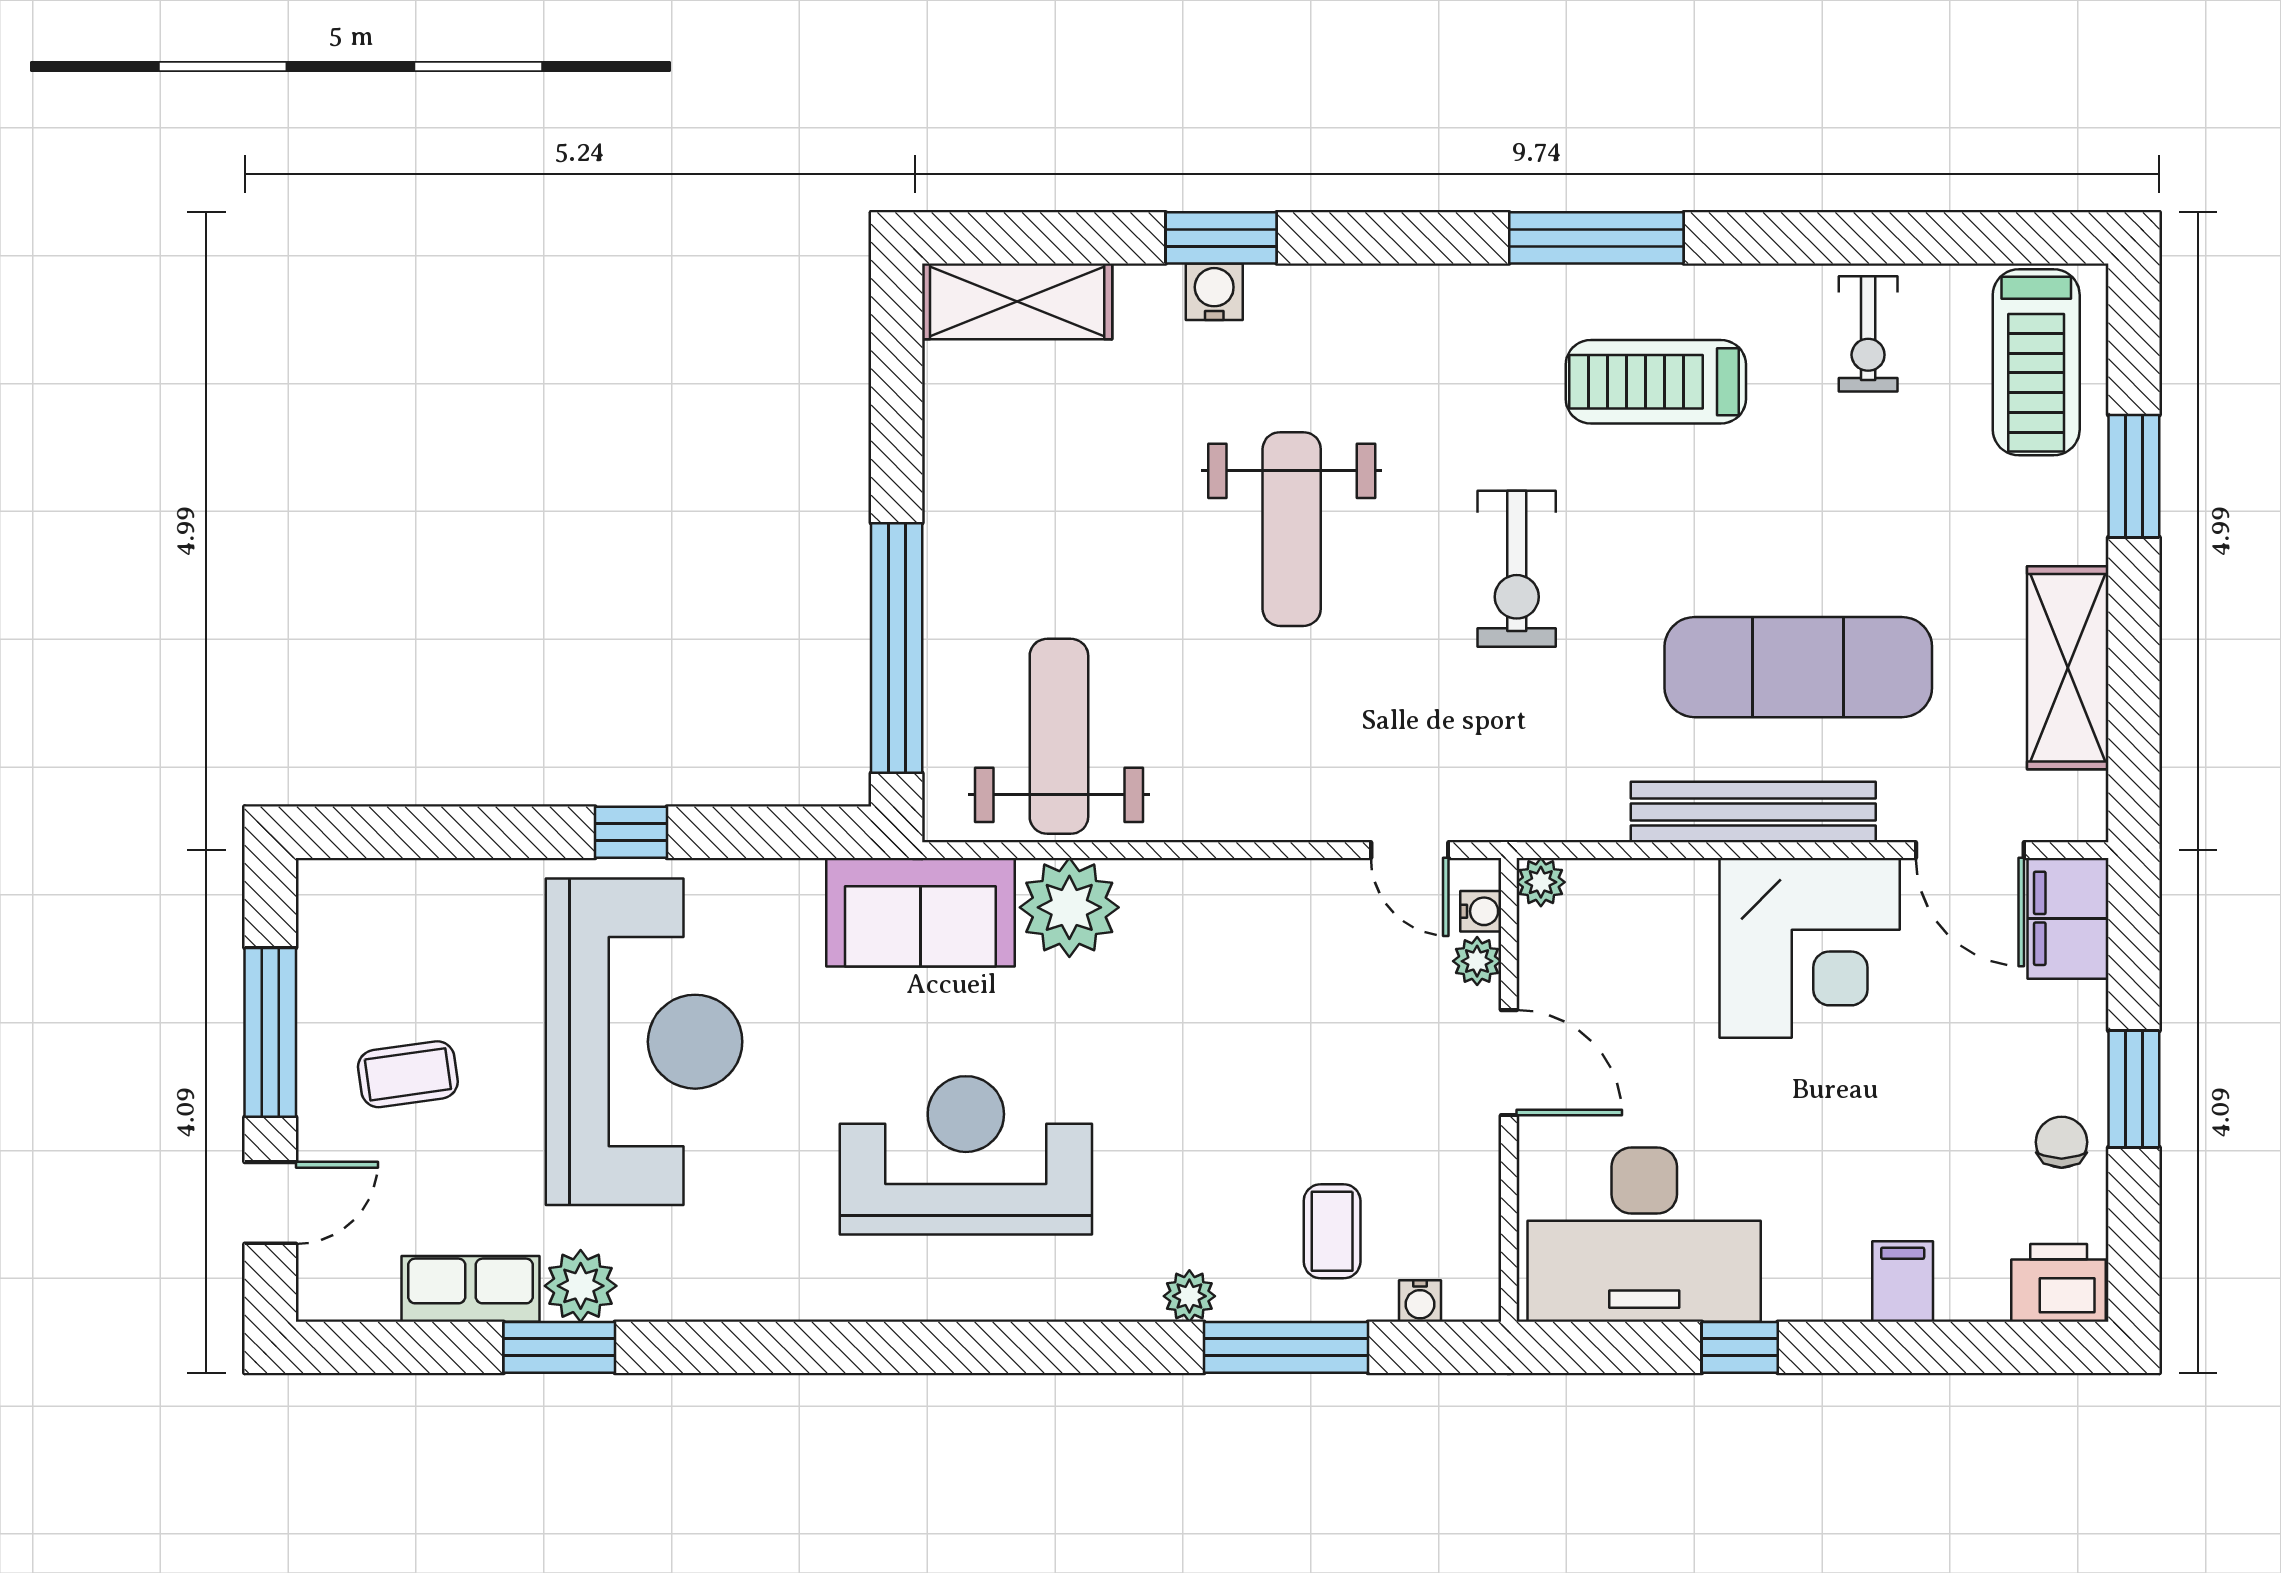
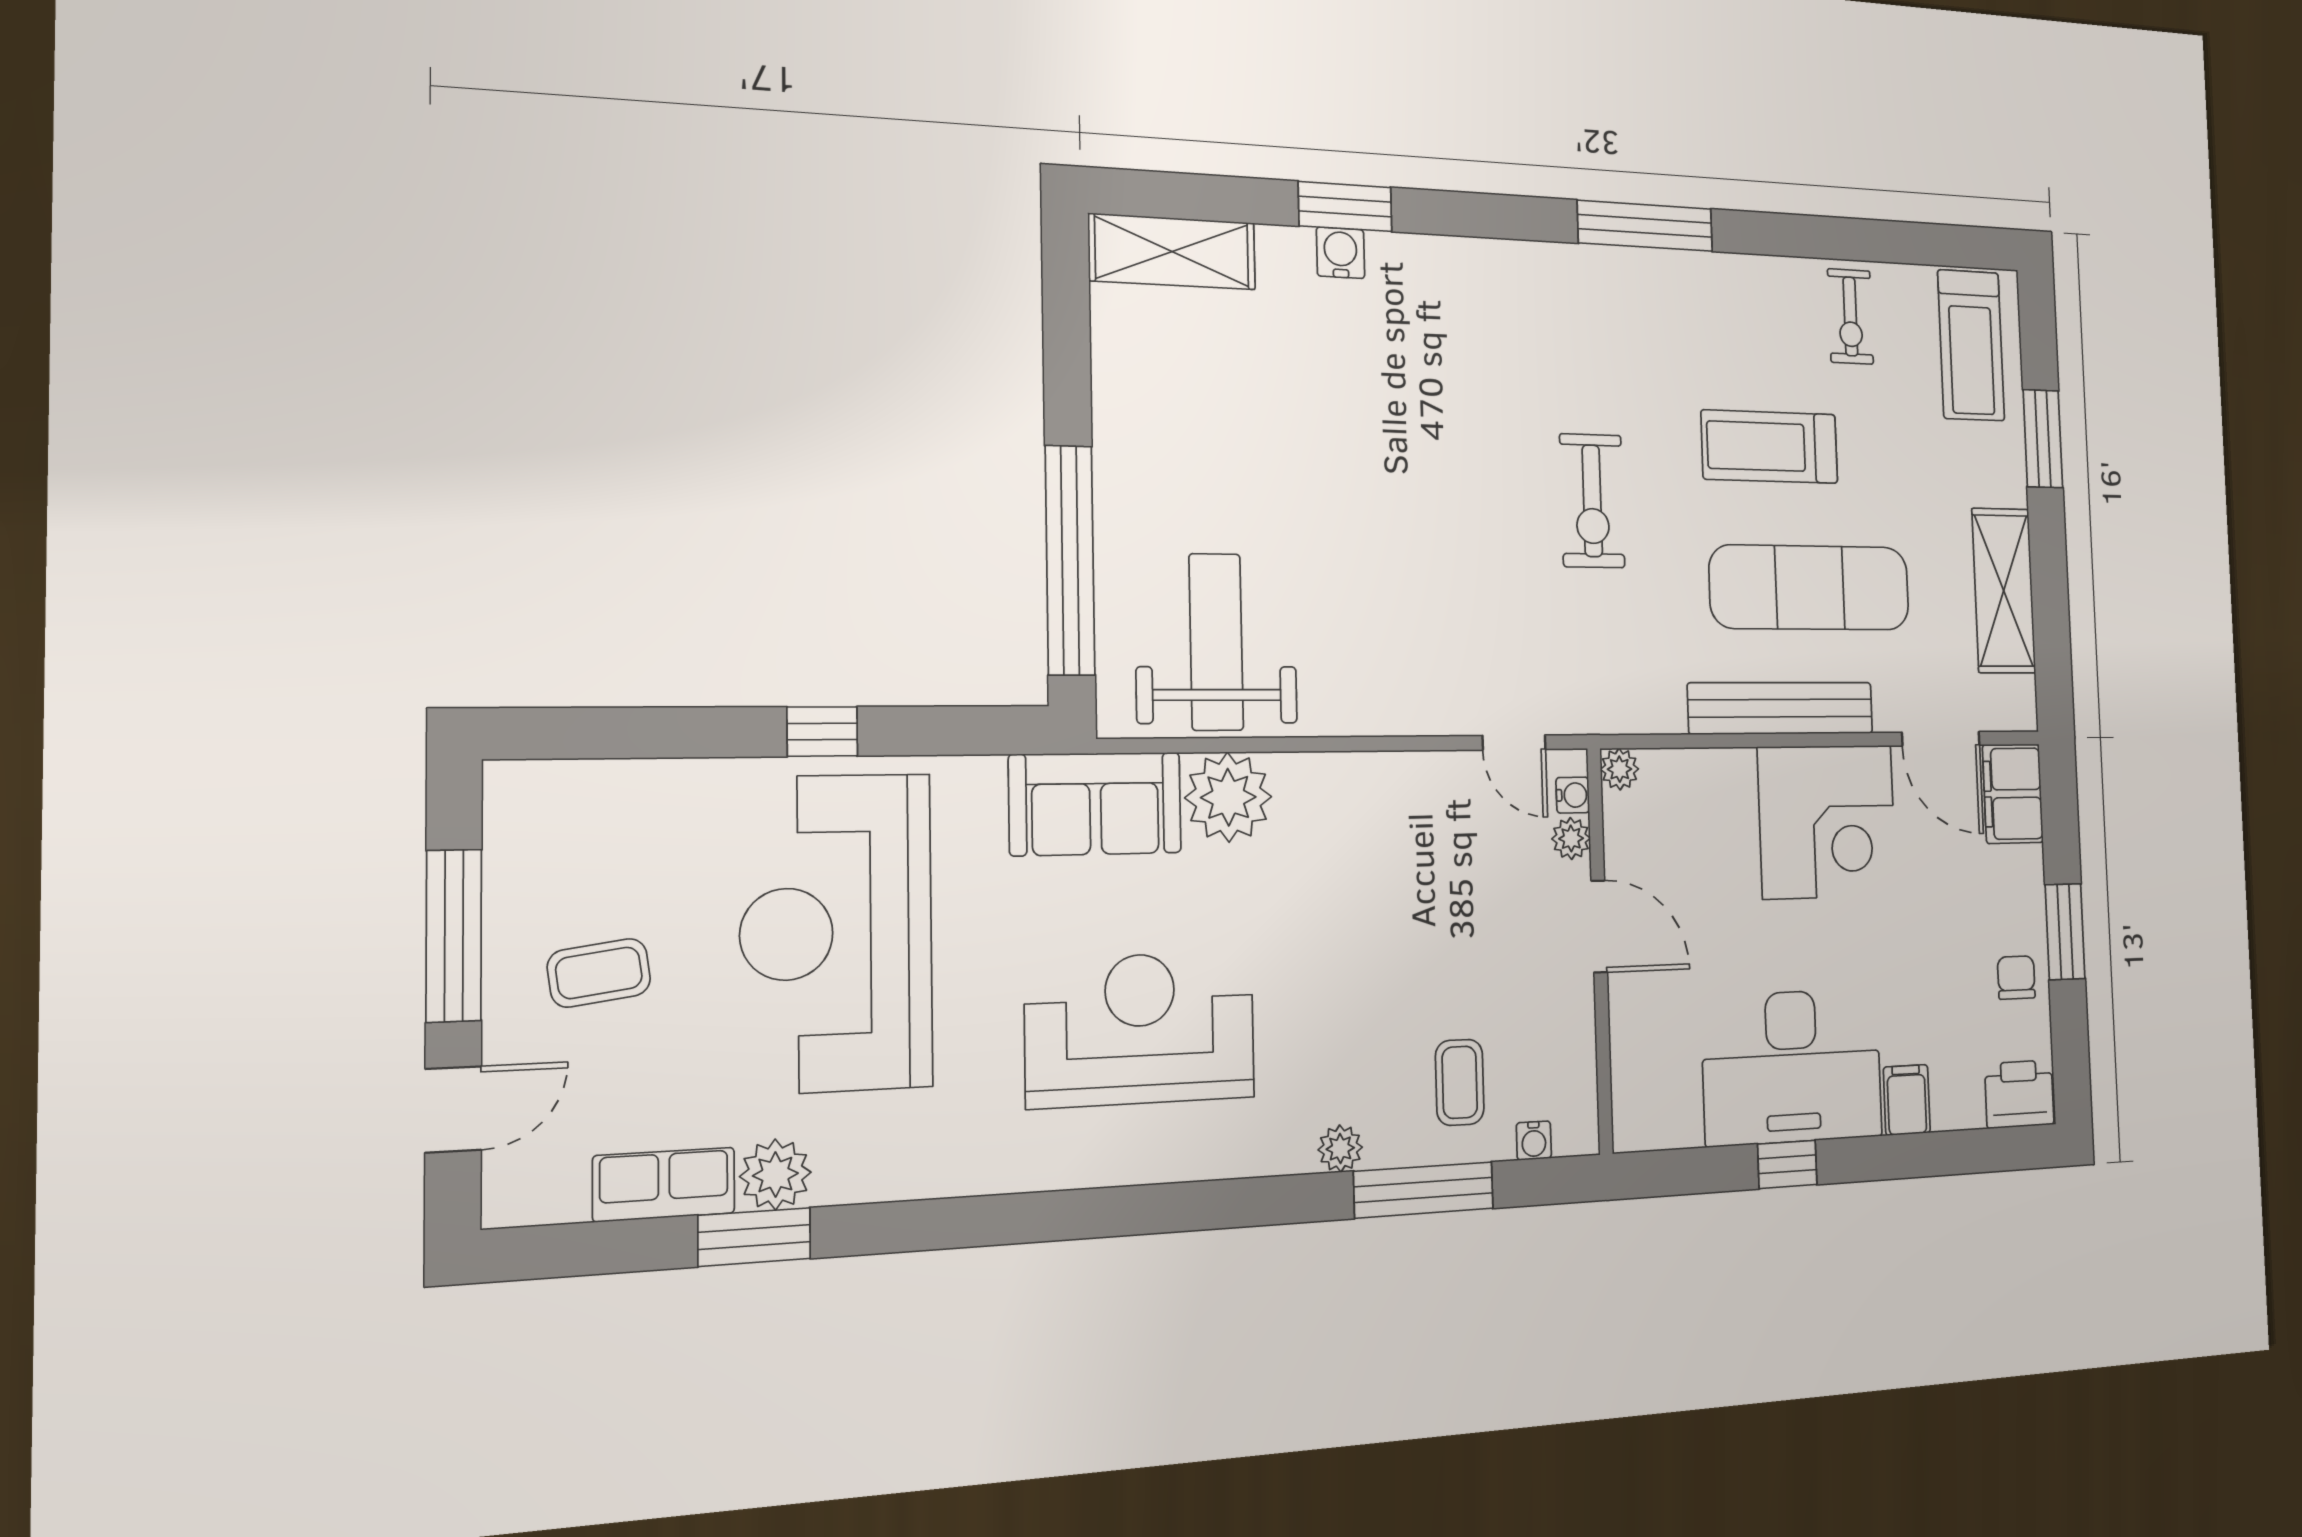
treadmill: (1656, 382) -> (1770, 447), moved
weight bench: (1292, 529) -> (1410, 462), removed
reception desk: (644, 1042) -> (836, 933), turned 180
desk: (1644, 1235) -> (1792, 1067), moved

